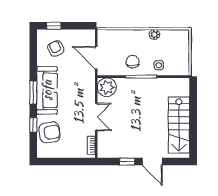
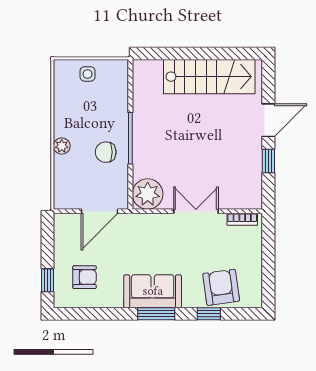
plant: (154, 35) -> (62, 146), moved
armchair: (56, 49) -> (85, 277), turned -153
side table: (159, 65) -> (88, 74), moved
sofa: (47, 90) -> (153, 291), width x0.73

